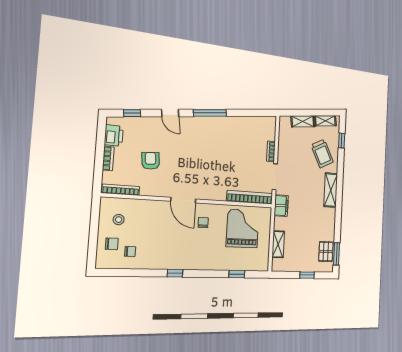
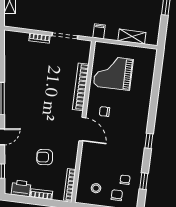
bookcase: (250, 197) -> (81, 87), moved
door: (183, 200) -> (82, 129), hinge flipped
filing cabinet: (281, 206) -> (99, 31), width x0.50
window: (237, 274) -> (144, 181), moved

